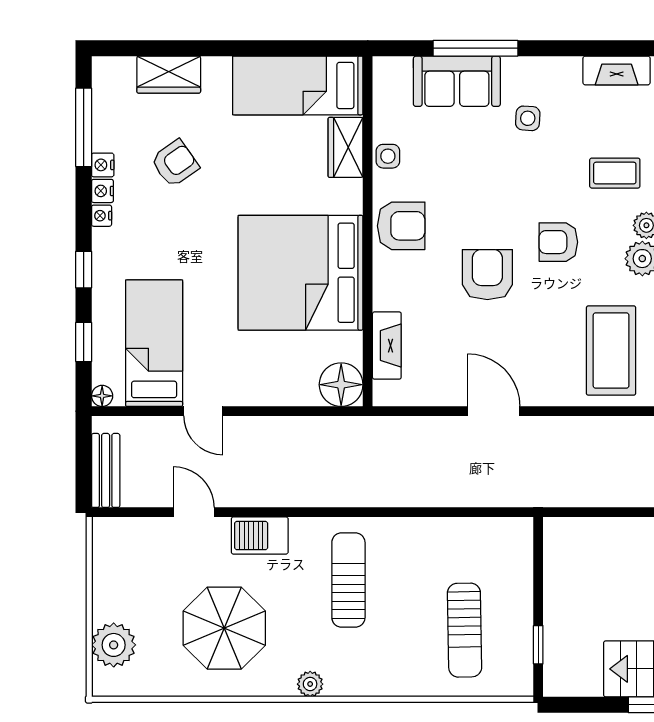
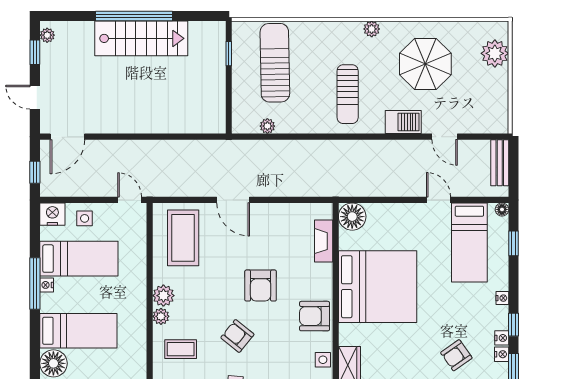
nightstand: (102, 216) -> (502, 298), moved
armchair: (558, 242) -> (237, 336), moved, turned -141
window: (84, 270) -> (514, 325), moved
door: (494, 411) -> (233, 200), moved
plant: (476, 529) -> (267, 126), added
sun lounger: (465, 630) -> (275, 63), width x1.36, depth x1.34

